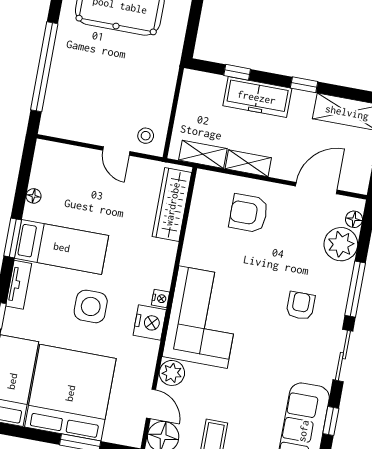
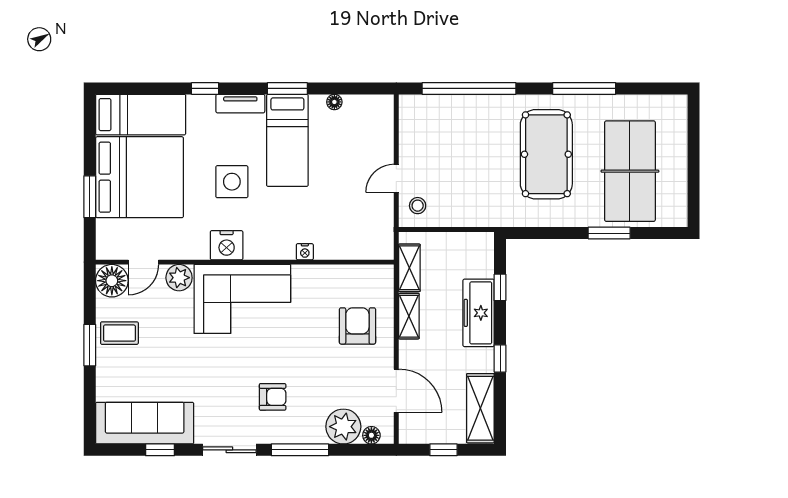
wardrobe: (172, 204) -> (352, 246), removed
nightstand: (160, 298) -> (305, 252), moved

